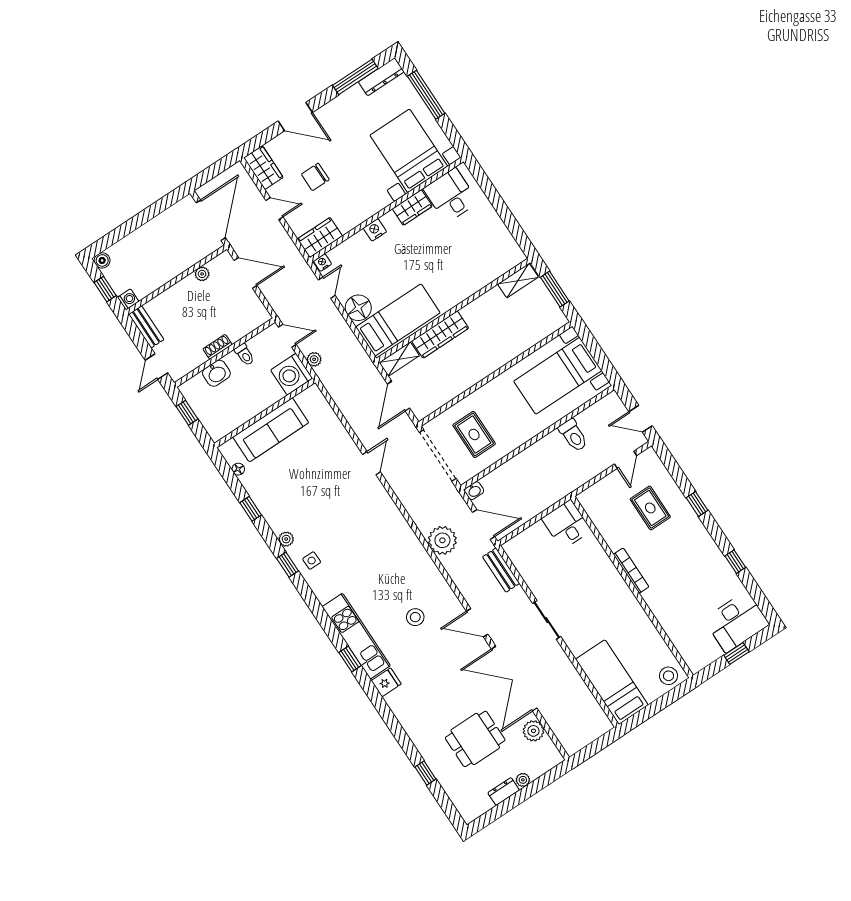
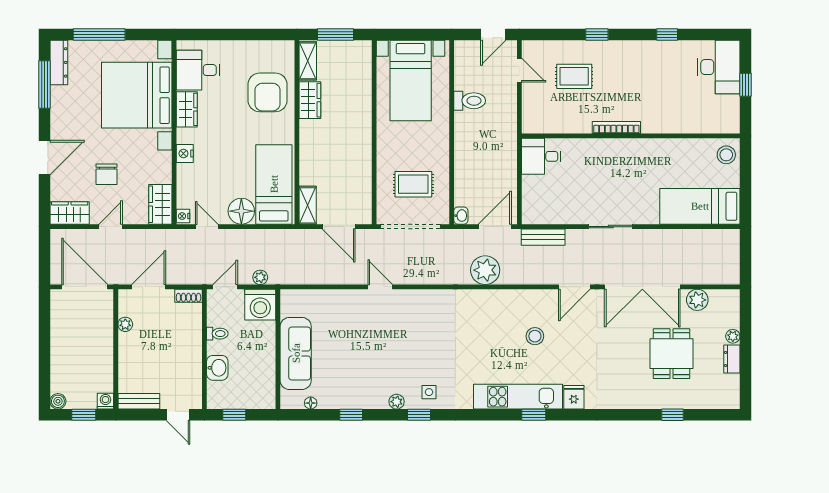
bed with nightstands: (409, 151) -> (137, 95), width x1.36
armchair: (470, 265) -> (268, 92), added
wardrobe: (440, 335) -> (310, 100), moved, width x0.67
shoe rack: (217, 347) -> (188, 296), moved, turned -90

